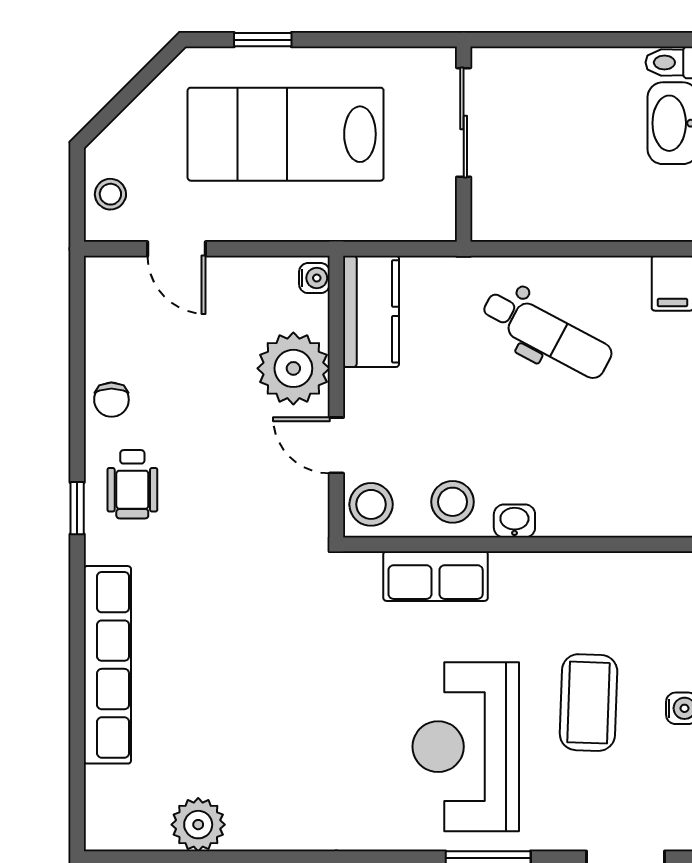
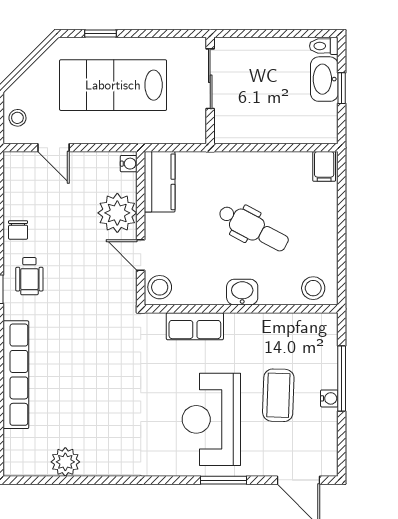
dental chair: (547, 334) -> (253, 228), moved
stool: (453, 502) -> (313, 288), moved
washbasin: (514, 521) -> (242, 292), width x1.38, depth x1.45

